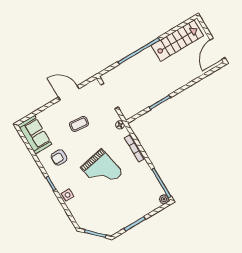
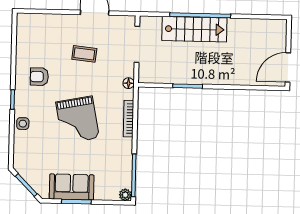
stairs: (177, 41) -> (194, 29), moved
sofa: (35, 135) -> (72, 187), moved, turned -90

